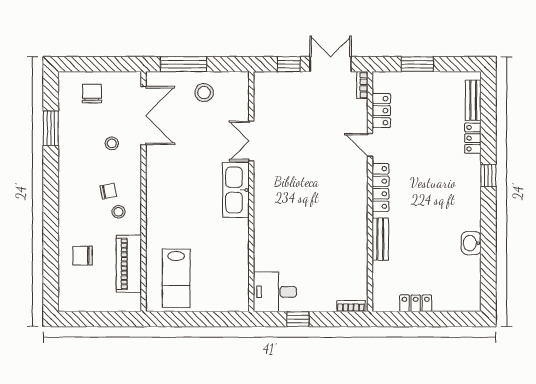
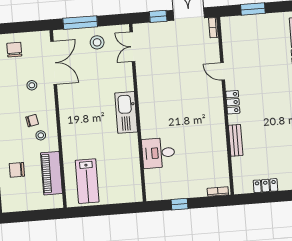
locker: (381, 111) -> (229, 45), removed
double door: (251, 141) -> (132, 47), moved
locker: (380, 188) -> (233, 102), width x0.66
desk: (275, 292) -> (158, 153), moved

